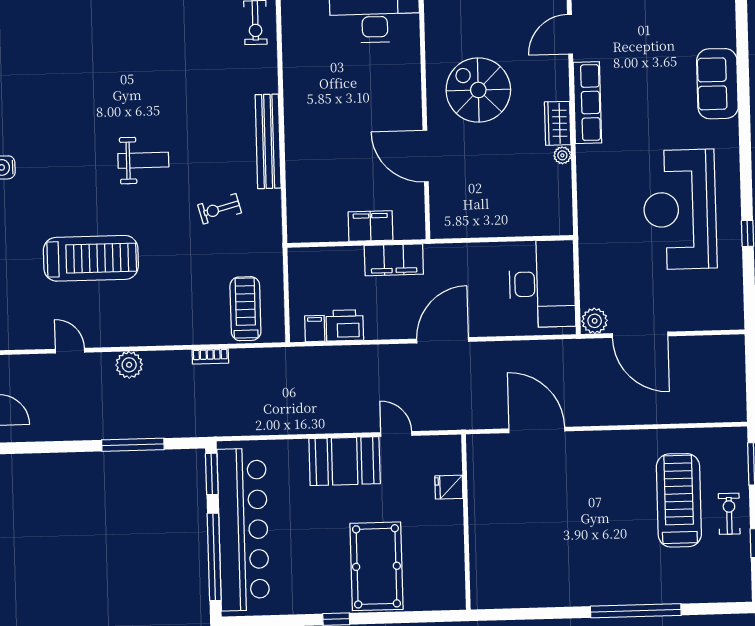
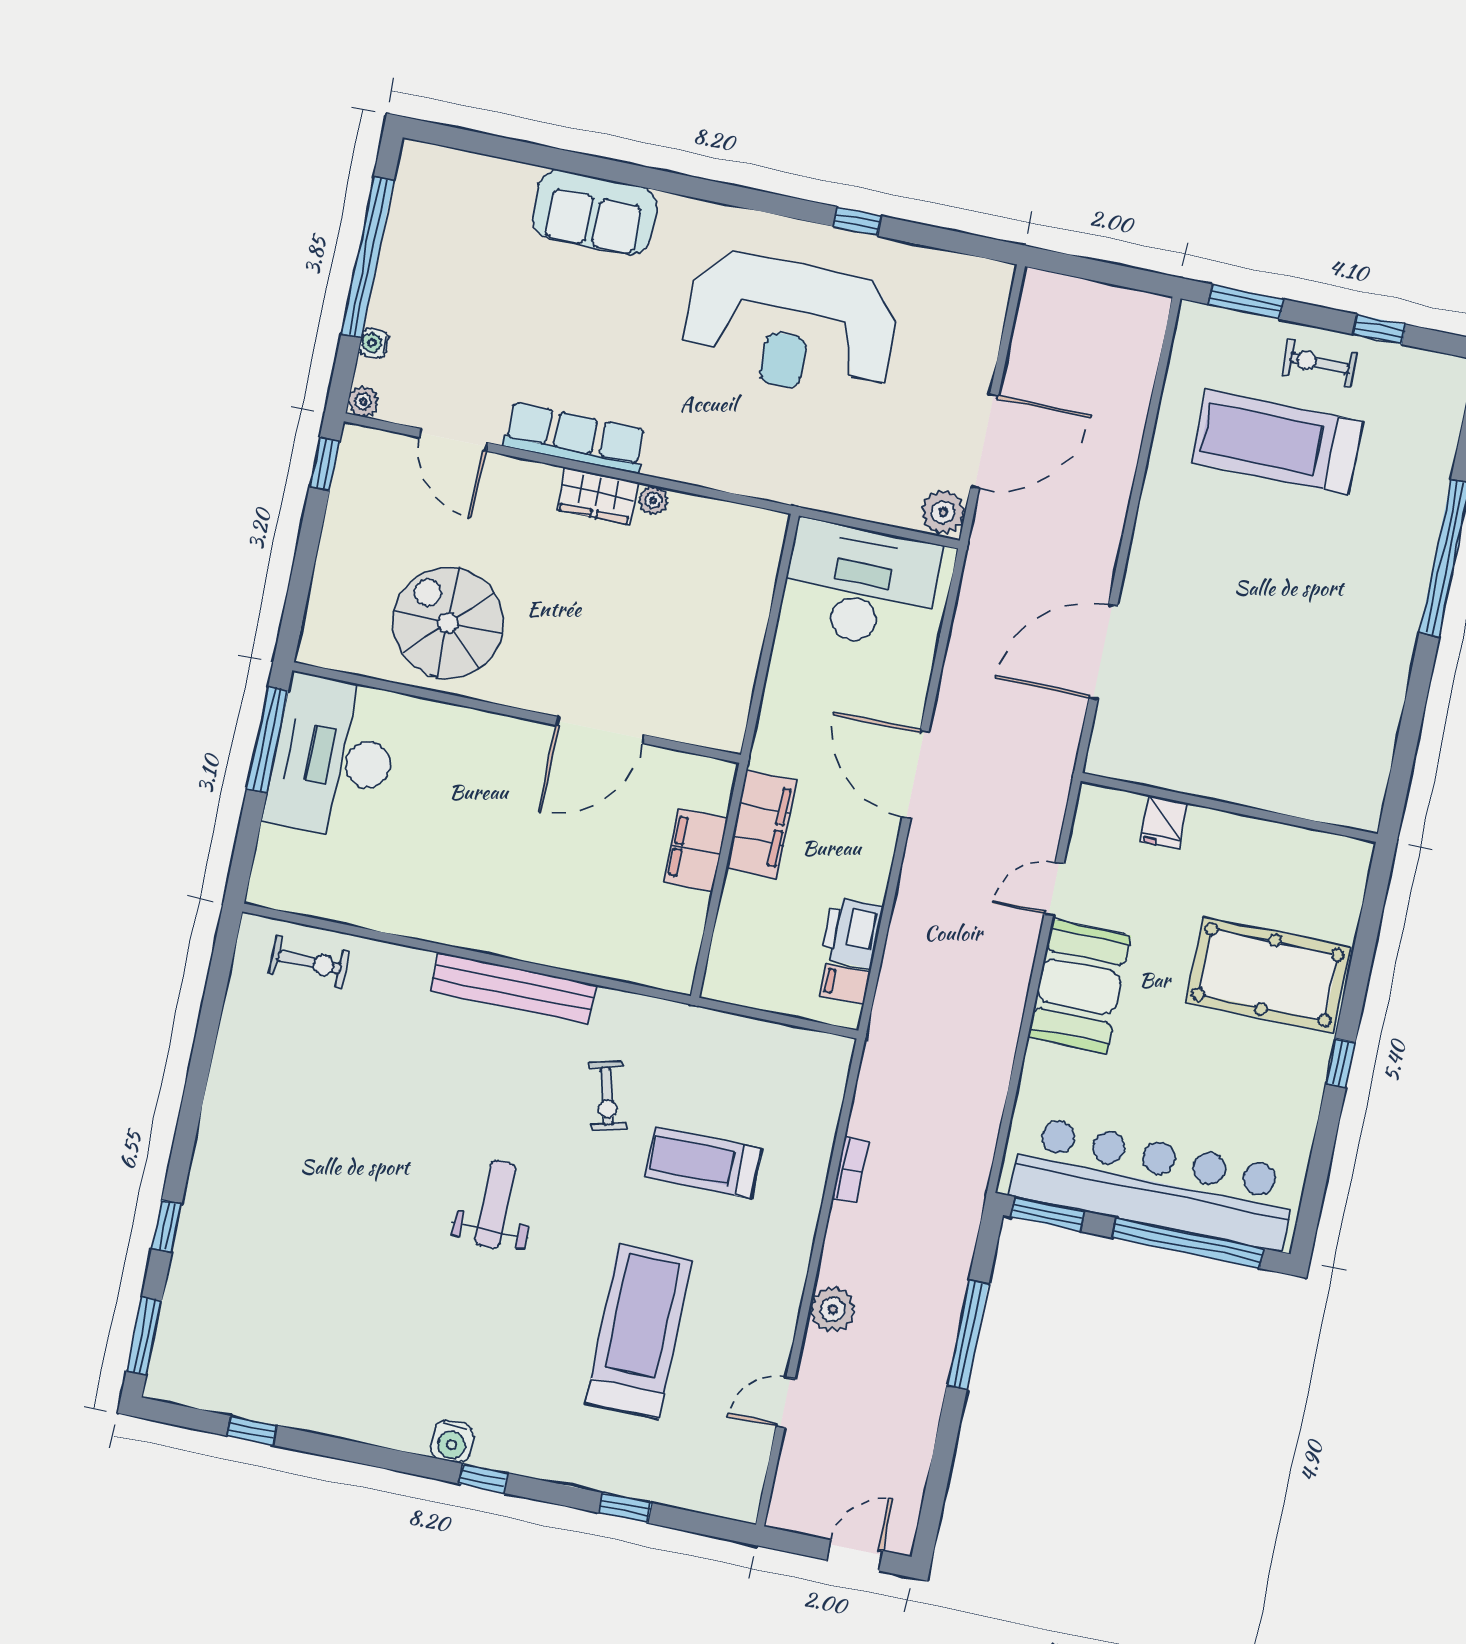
spiral stairs: (478, 90) -> (448, 623), moved, turned 90
treadmill: (245, 309) -> (703, 1163), moved

